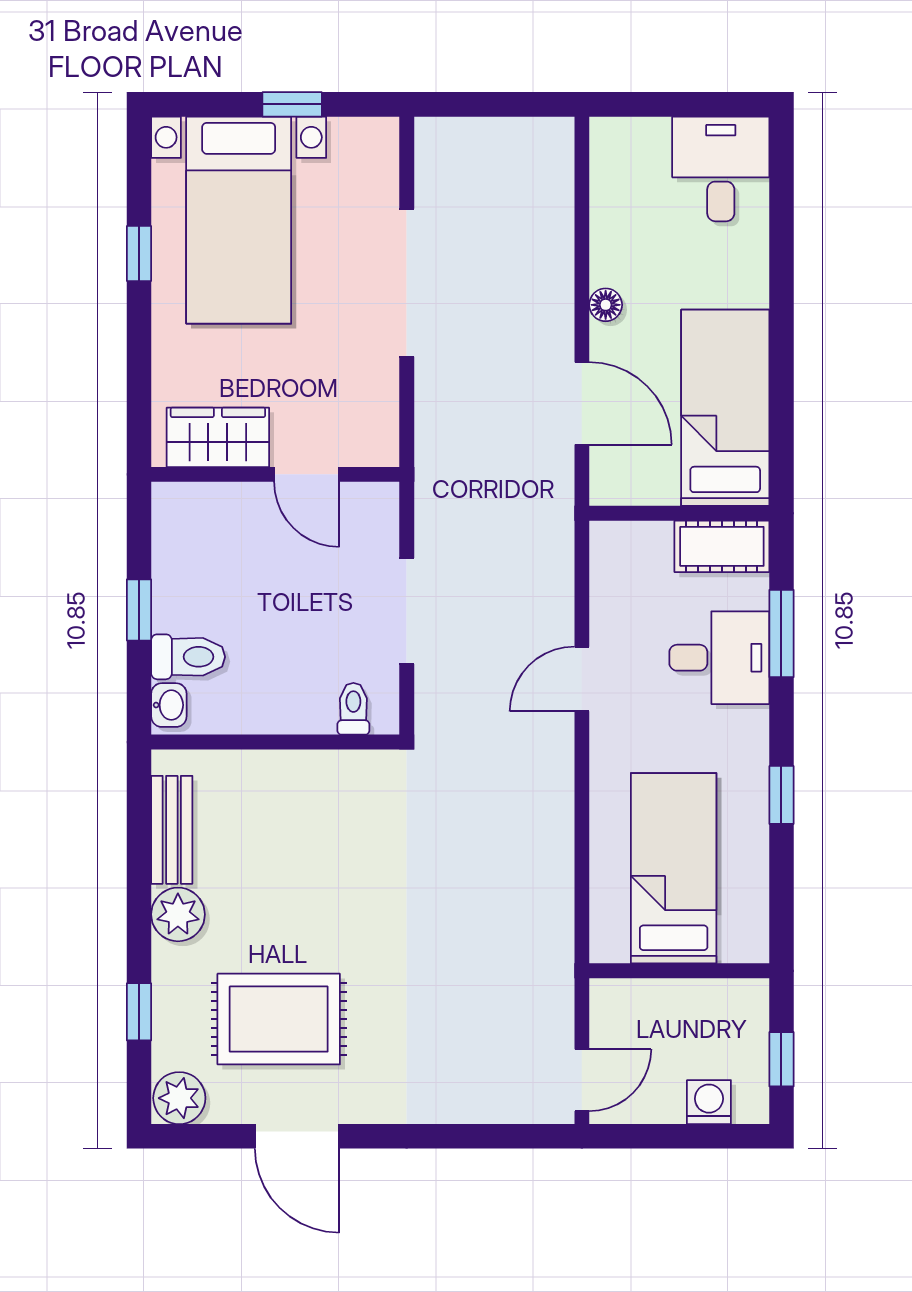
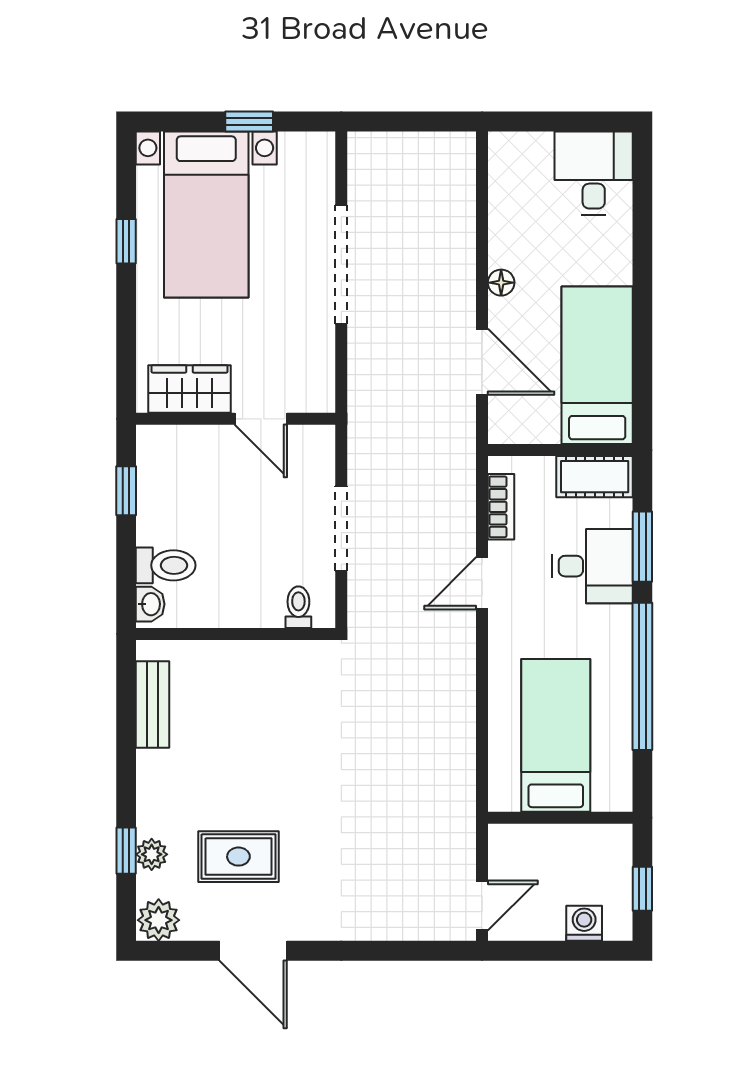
bookcase: (606, 584) -> (501, 507), added
window: (139, 610) -> (126, 491), moved
window: (781, 795) -> (642, 676), width x3.17
plant: (178, 914) -> (152, 854), moved, width x0.73, depth x0.73
rug: (279, 1019) -> (238, 857), width x0.73, depth x0.70

